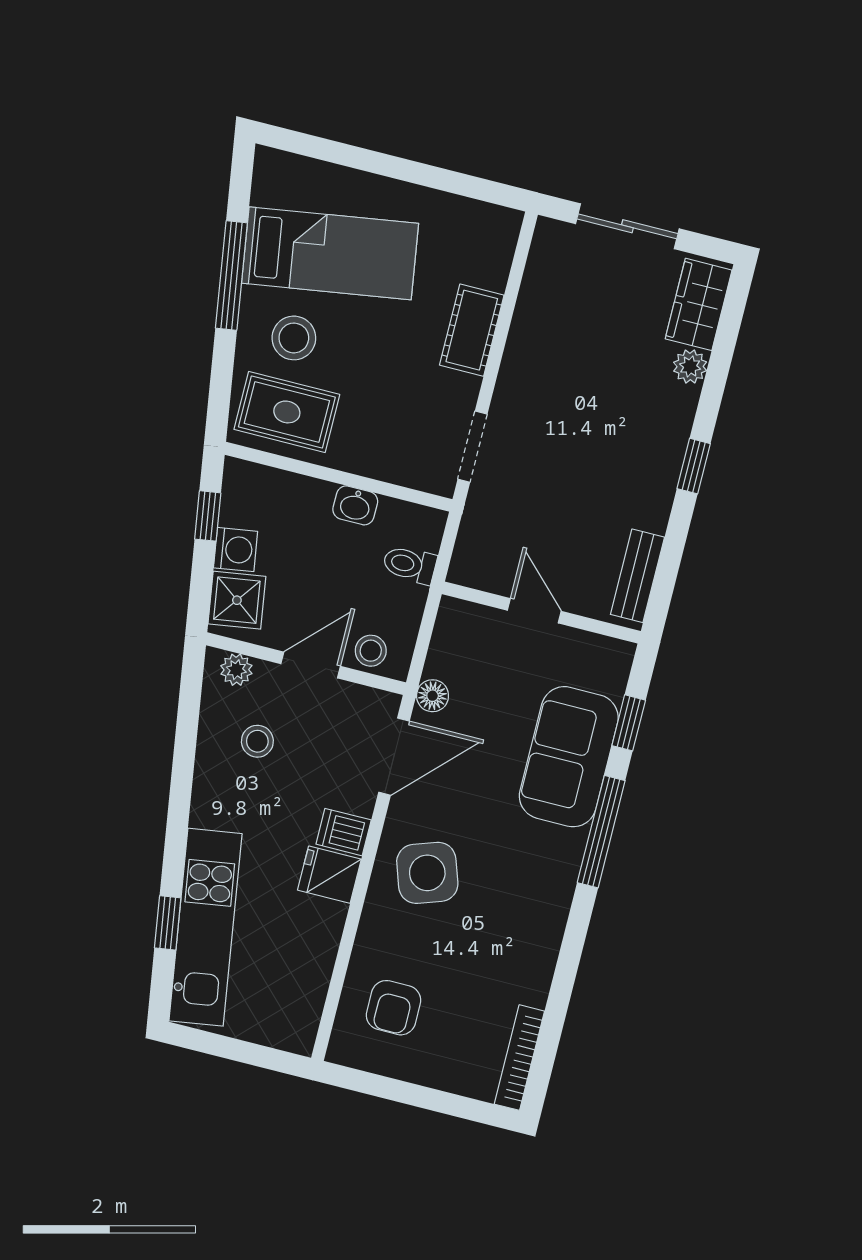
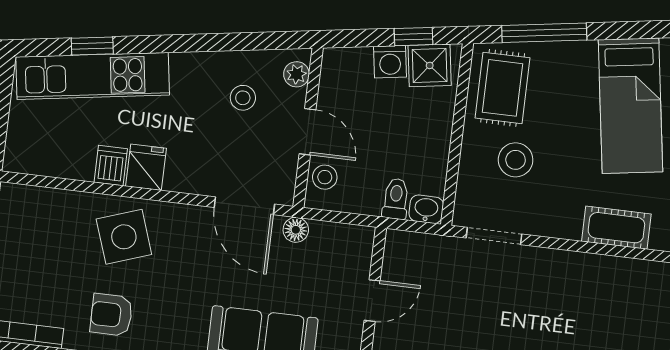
window: (231, 275) -> (544, 33), moved
cot: (472, 330) -> (616, 228), moved
stool: (294, 338) -> (516, 160), moved
washbasin: (355, 505) -> (426, 209), moved, turned 90
shower: (237, 600) -> (430, 65), moved
dishwasher: (344, 832) -> (111, 166), moved
side table: (427, 873) -> (124, 237), moved
armchair: (394, 1008) -> (111, 315), moved

